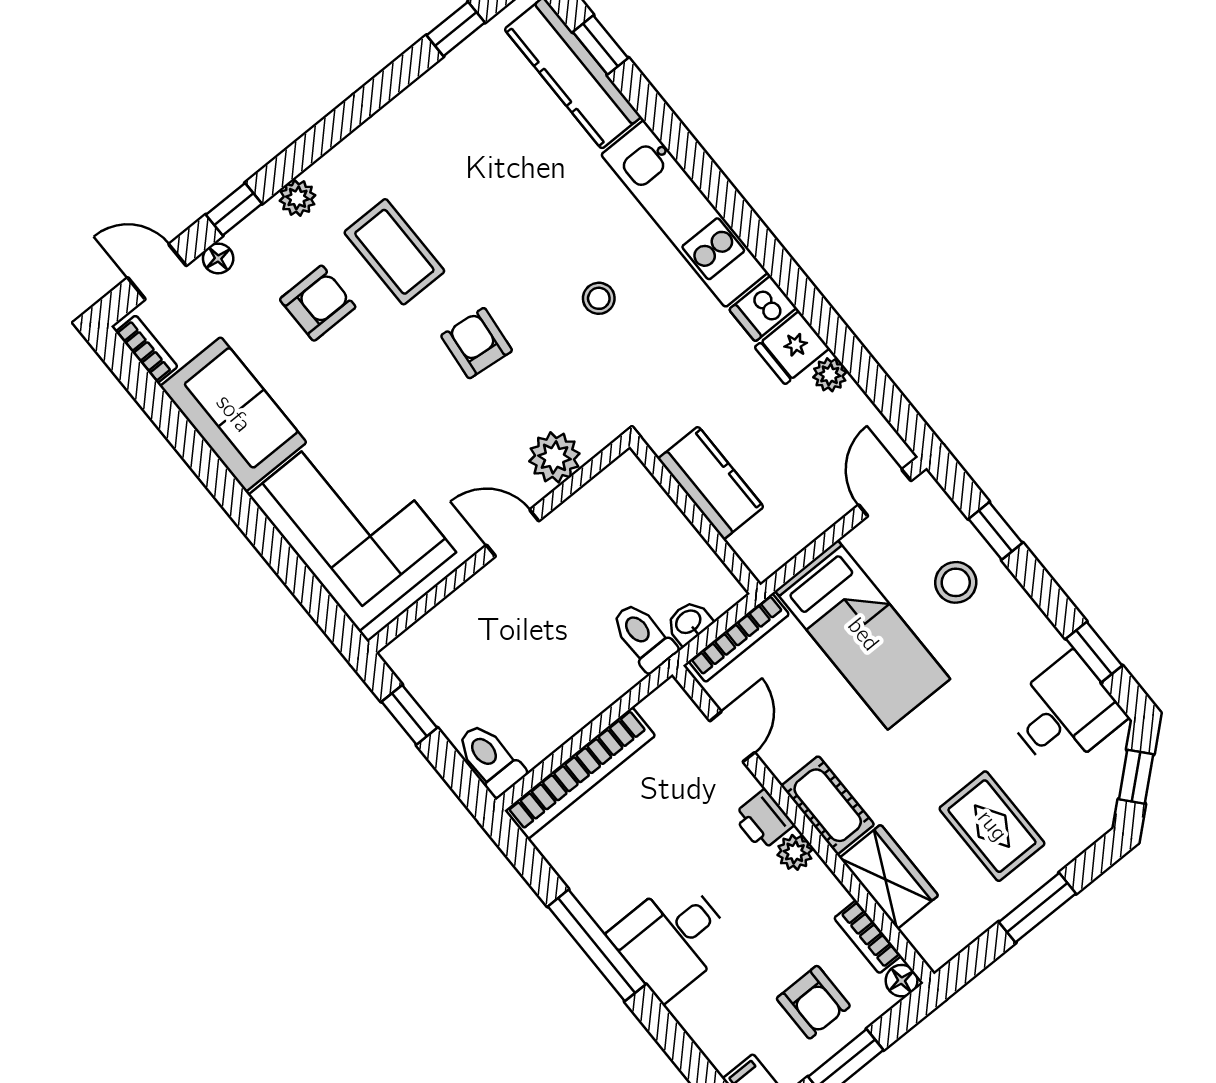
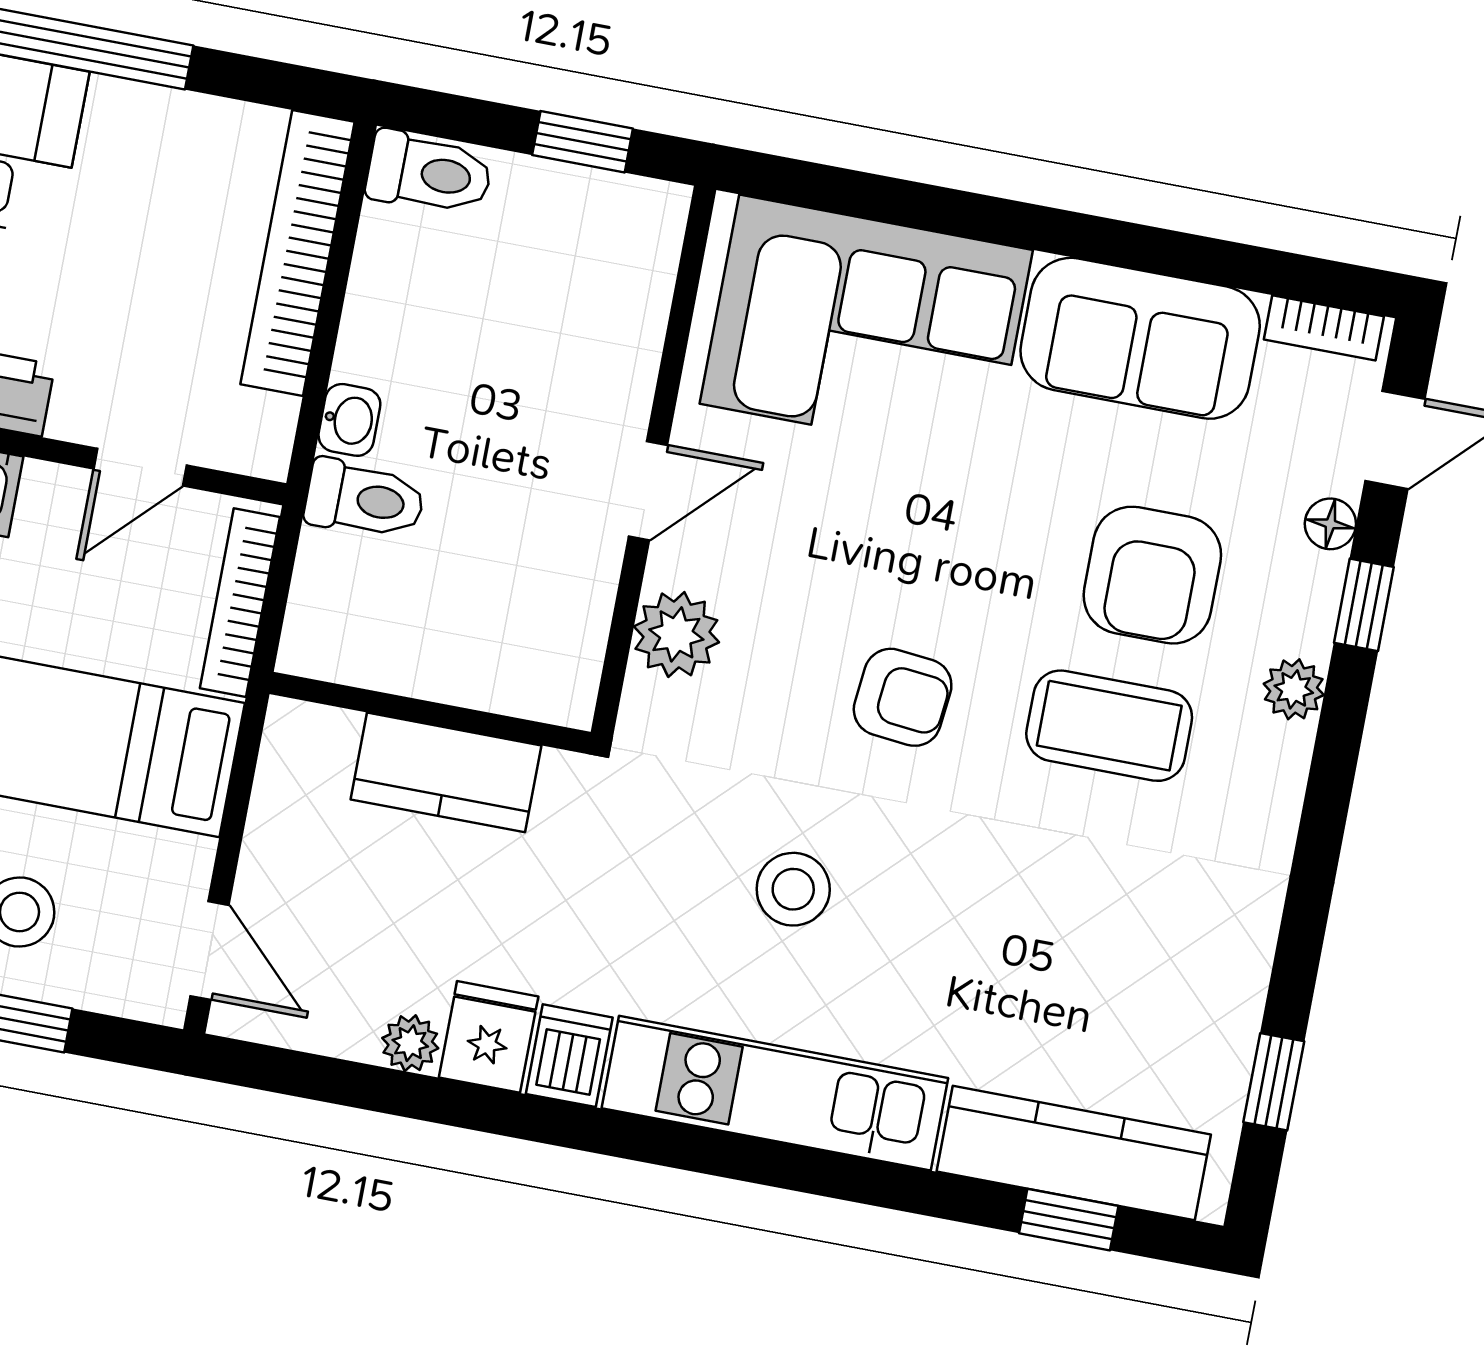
stool: (599, 298) -> (793, 889), width x1.37, depth x1.37
armchair: (318, 303) -> (1152, 575), width x1.38, depth x1.38
washbasin: (689, 622) -> (349, 420), moved
door: (732, 737) -> (140, 467), hinge flipped

